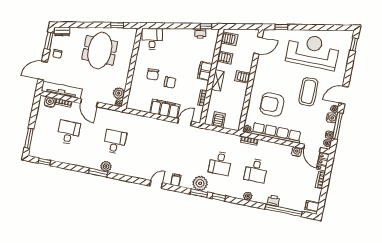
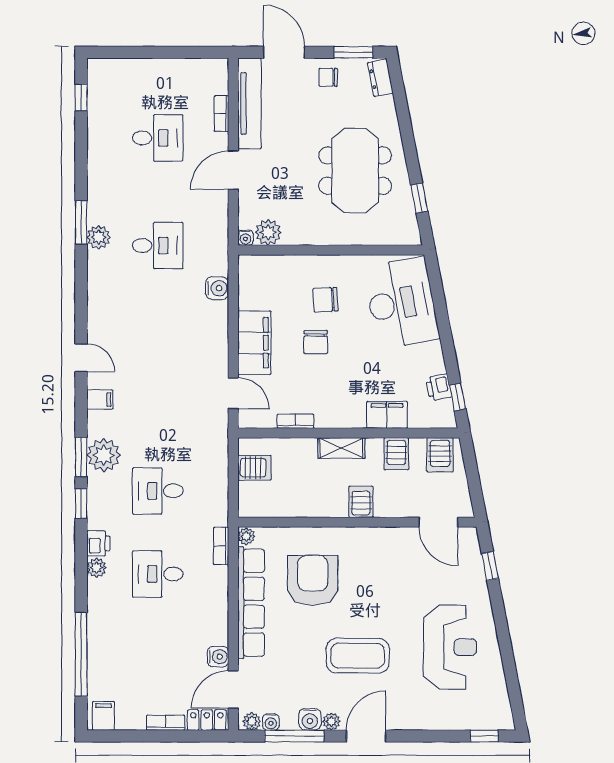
desk: (152, 39) -> (401, 303), width x1.87, depth x1.30
meeting table: (100, 50) -> (355, 171), turned 90
reception desk: (313, 51) -> (450, 647), width x0.74, depth x0.77
filing cabinet: (205, 71) -> (387, 415), moved
door: (344, 95) -> (366, 736), hinge flipped
water cooler: (50, 102) -> (217, 288), moved
window: (29, 138) -> (127, 52), removed
printer: (273, 201) -> (98, 543), moved

